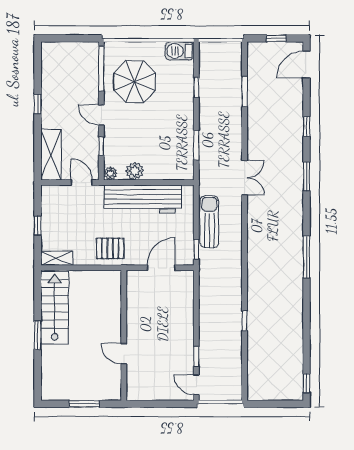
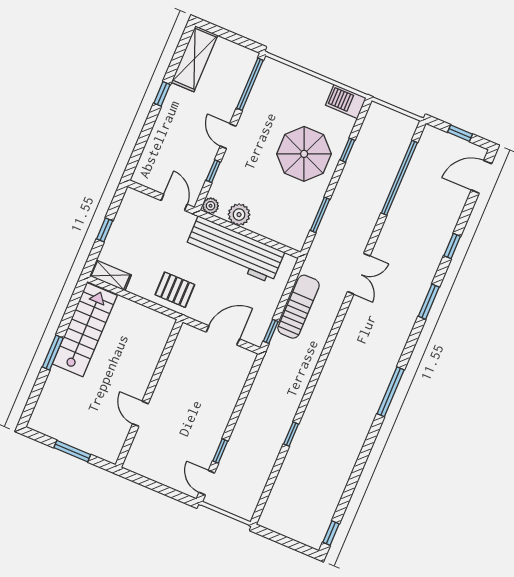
parasol: (135, 82) -> (304, 154), moved
window: (245, 92) -> (399, 178), width x2.11
shelving: (51, 155) -> (195, 59), moved

